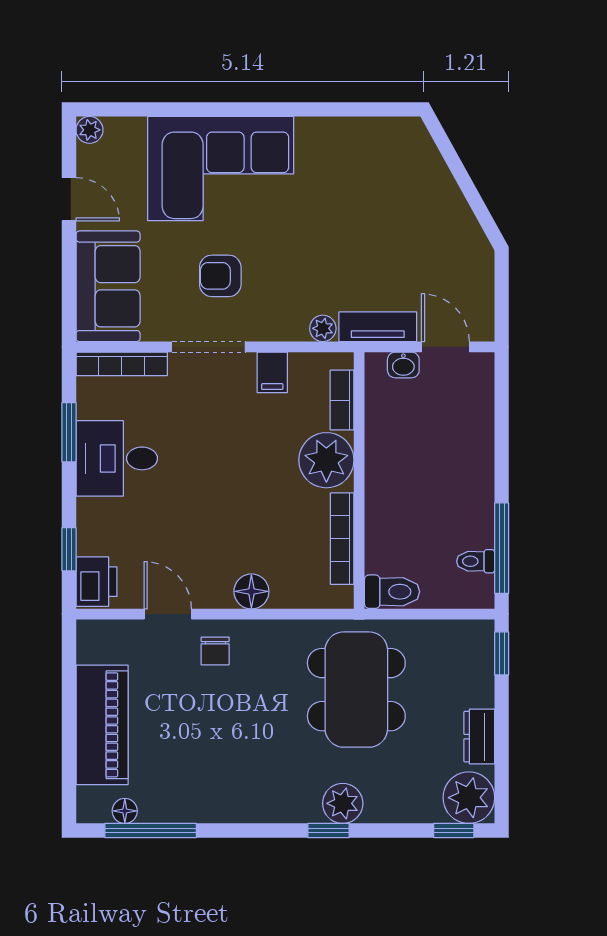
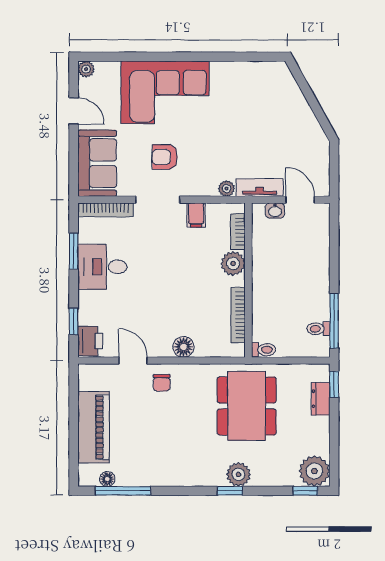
plant: (326, 460) -> (233, 263), width x0.73, depth x0.73
toilet: (392, 592) -> (264, 350), width x0.73, depth x0.72
dresser: (479, 737) -> (321, 399), moved

